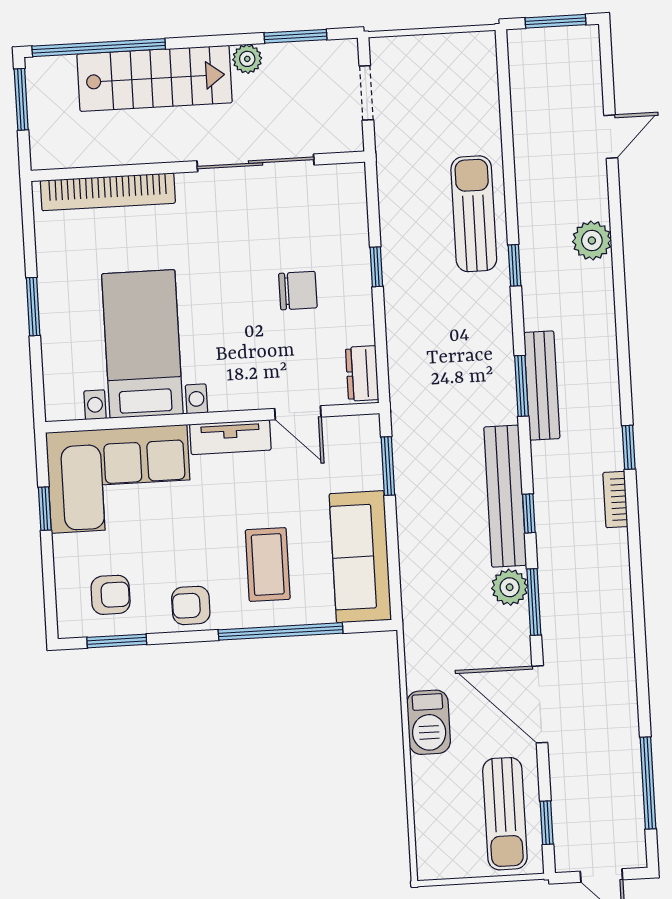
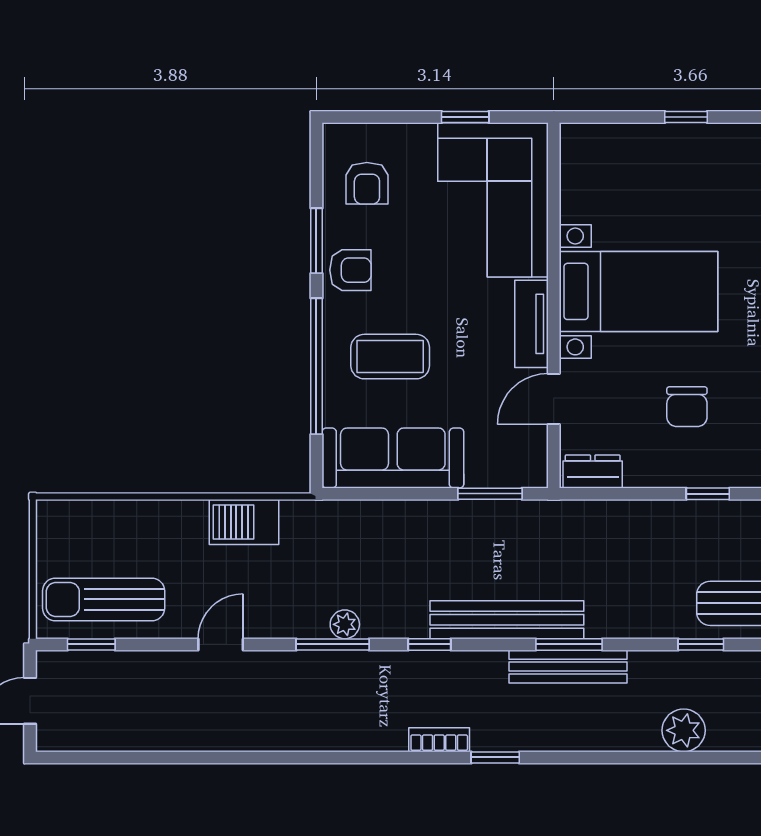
plant: (592, 240) -> (684, 730), moved
window: (33, 307) -> (686, 117), width x0.67
bed with nightstands: (142, 344) -> (638, 291), moved
bench: (505, 496) -> (507, 620), moved
plant: (510, 587) -> (345, 624), width x0.73, depth x0.73
armchair: (191, 605) -> (350, 270), turned 90
window: (117, 641) -> (316, 241), moved
door: (540, 704) -> (221, 644), width x0.53
barbecue: (429, 722) -> (244, 522), moved
window: (648, 783) -> (128, 757), removed

